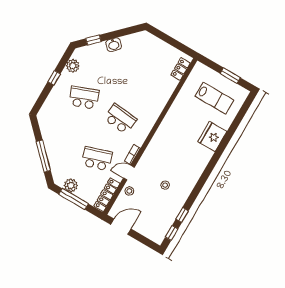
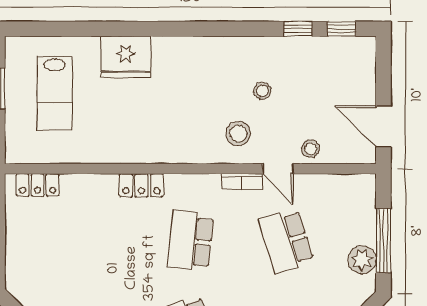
lab bench: (215, 98) -> (54, 93), turned 180
stool: (153, 165) -> (238, 133), added
locker: (107, 195) -> (141, 185), moved, width x0.66

